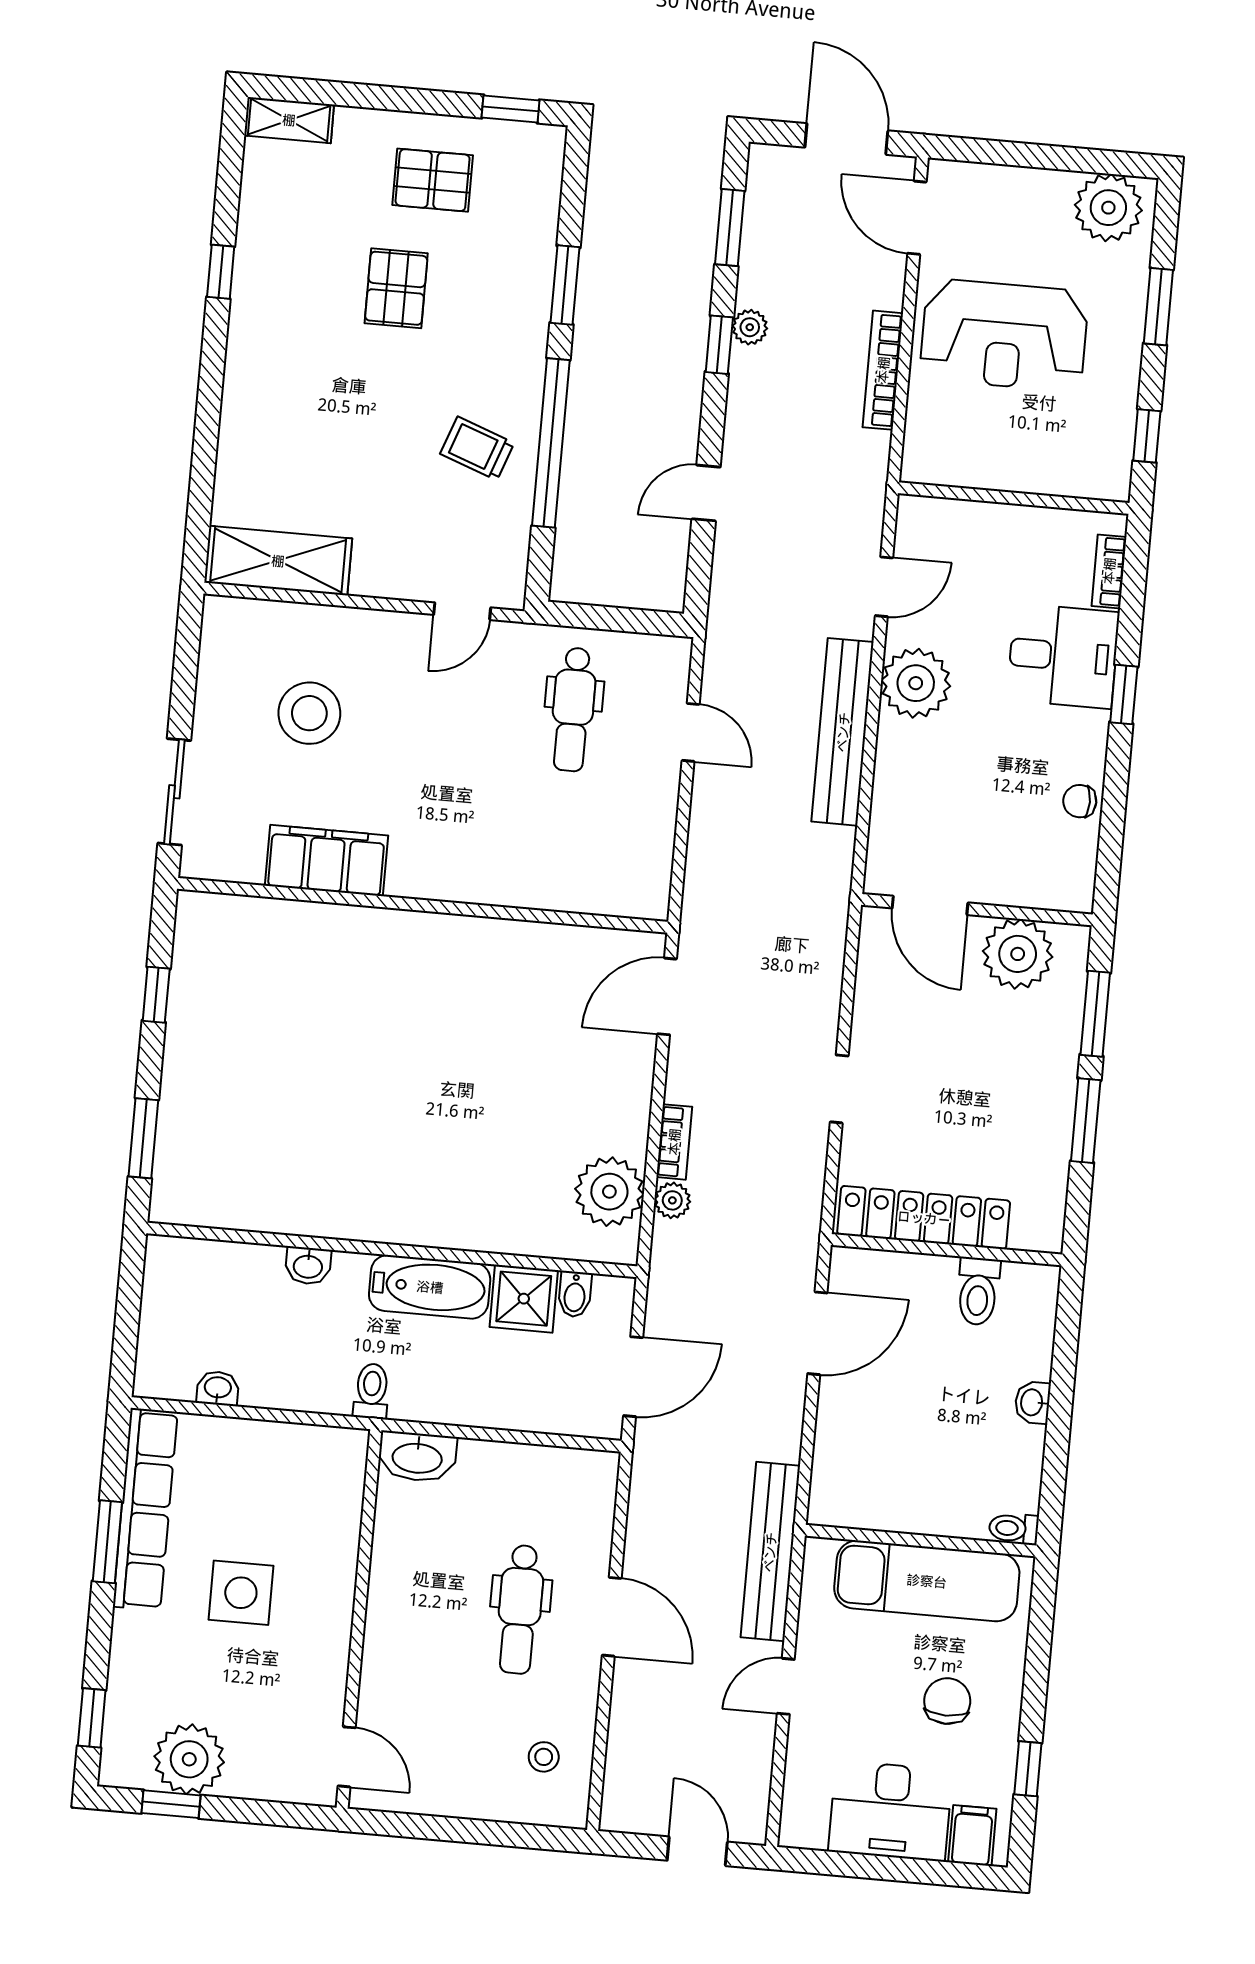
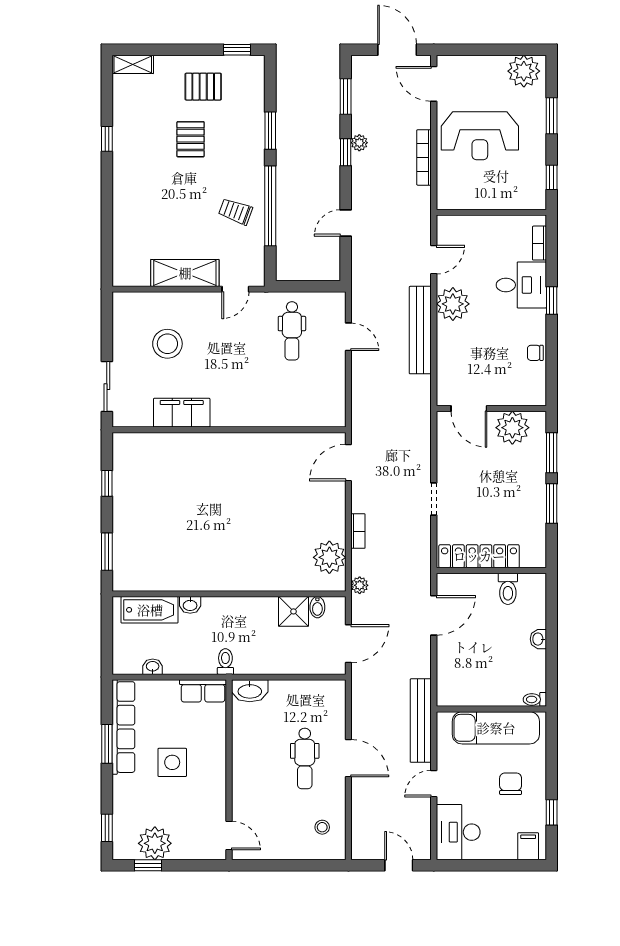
shelving: (278, 561) -> (185, 273), moved
plant: (672, 1200) -> (360, 585), moved
bathtub: (430, 1287) -> (150, 610), moved
row of seats: (319, 1448) -> (203, 691), added
desk: (890, 1811) -> (458, 832), moved, turned 90

